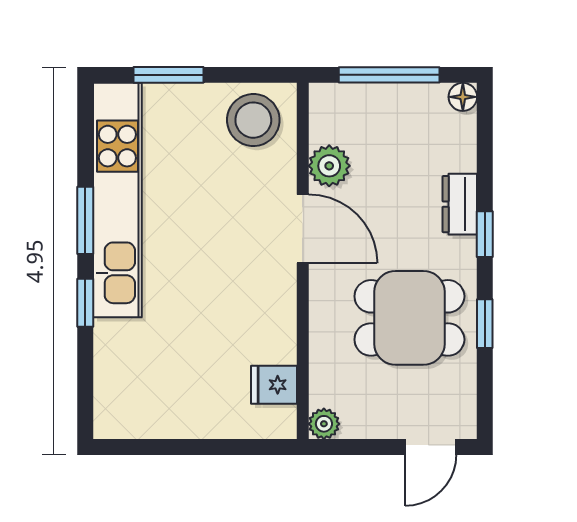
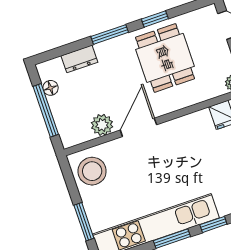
floor lamp: (463, 97) -> (51, 88), moved
dresser: (460, 204) -> (79, 59), moved
window: (485, 234) -> (110, 34), width x1.50

